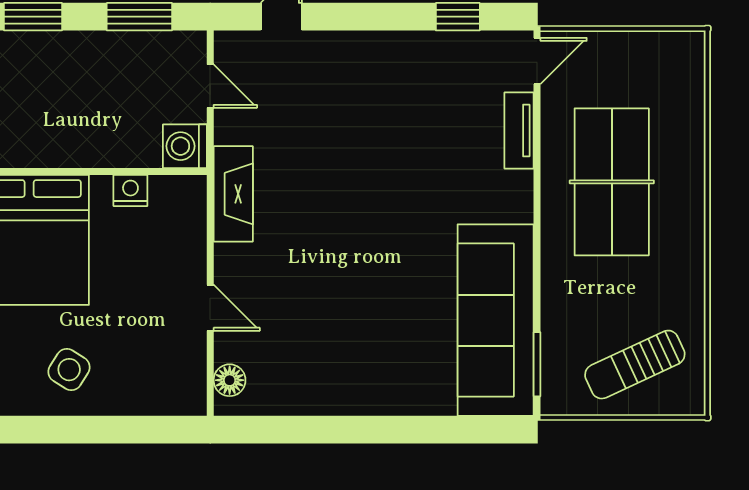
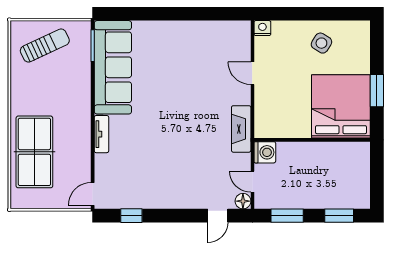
tv unit: (519, 131) -> (101, 134), moved
table tennis table: (612, 182) -> (34, 152), moved
nightstand: (130, 191) -> (262, 28), moved, turned 180
floor lamp: (230, 380) -> (243, 201), moved

